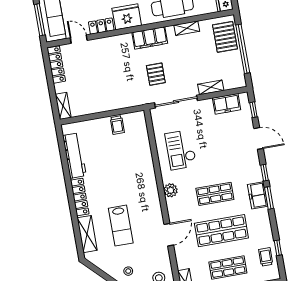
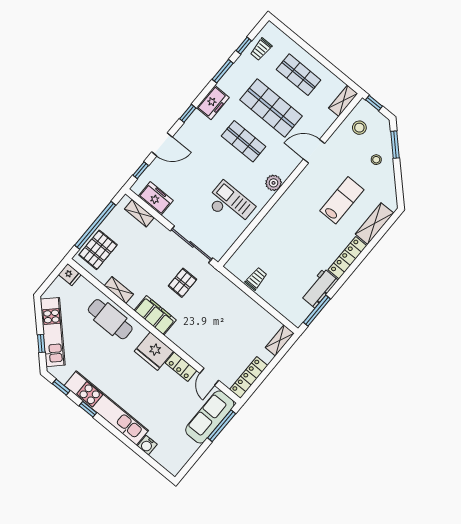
shelving: (211, 87) -> (139, 213), moved
door: (259, 138) -> (162, 144), swing flipped
window: (62, 147) -> (317, 311), added
checkout: (181, 150) -> (230, 204), turned -90
workbench: (74, 156) -> (319, 288), width x0.73
window: (269, 198) -> (223, 71), moved

